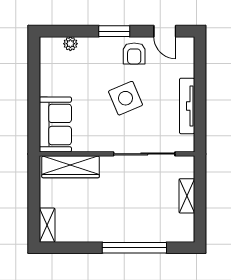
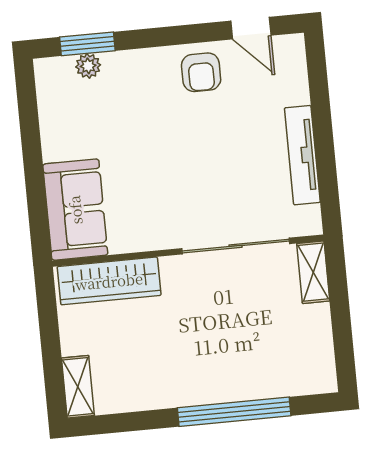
window: (114, 31) -> (87, 44), moved
side table: (126, 98) -> (194, 152), removed
shelving: (187, 196) -> (313, 272), moved

